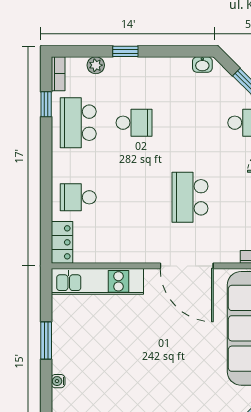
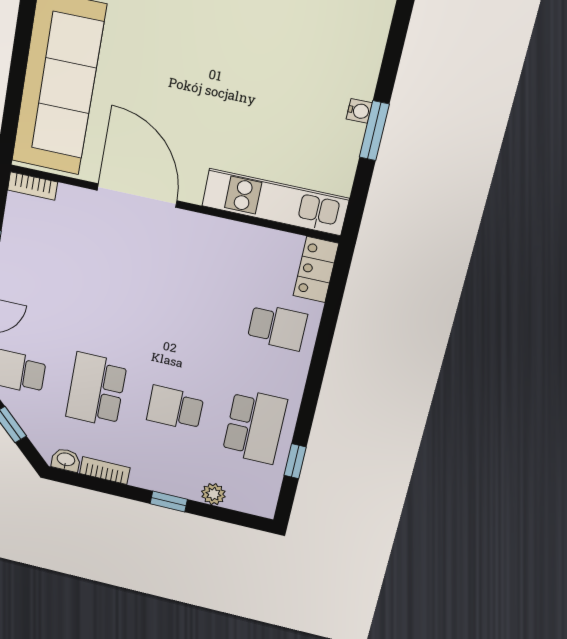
bookcase: (58, 74) -> (105, 471), moved, turned 90
school desk: (190, 197) -> (96, 390), moved, turned 180
water cooler: (58, 381) -> (359, 111), moved

